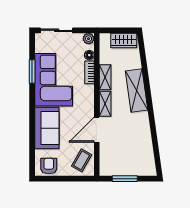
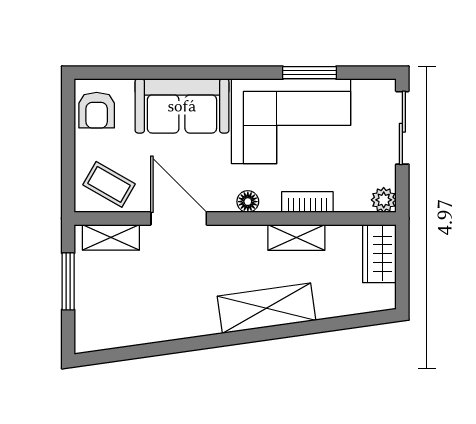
wardrobe: (124, 41) -> (379, 254), moved
floor lamp: (89, 55) -> (248, 202), moved
shelving: (105, 104) -> (111, 237), moved
armchair: (49, 166) -> (97, 110), turned 90

